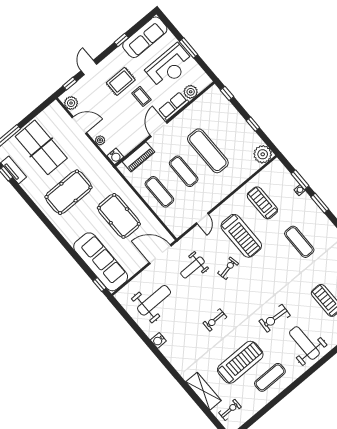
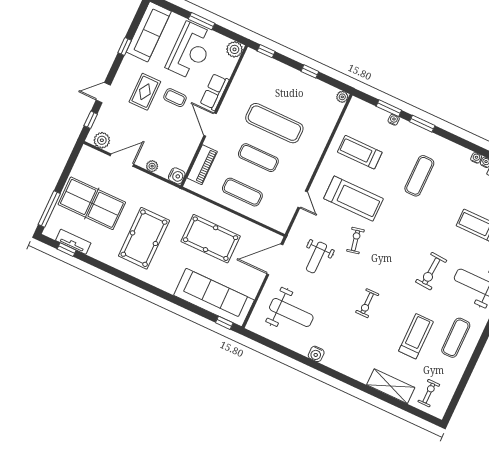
door: (89, 67) -> (103, 93), hinge flipped
plant: (191, 92) -> (234, 49), moved
plant: (263, 154) -> (342, 97), width x0.53, depth x0.53
exercise mat: (299, 242) -> (419, 176), turned 90
weight bench: (154, 300) -> (291, 312), turned 90
treadmill: (240, 362) -> (416, 336), width x0.73, depth x0.73

